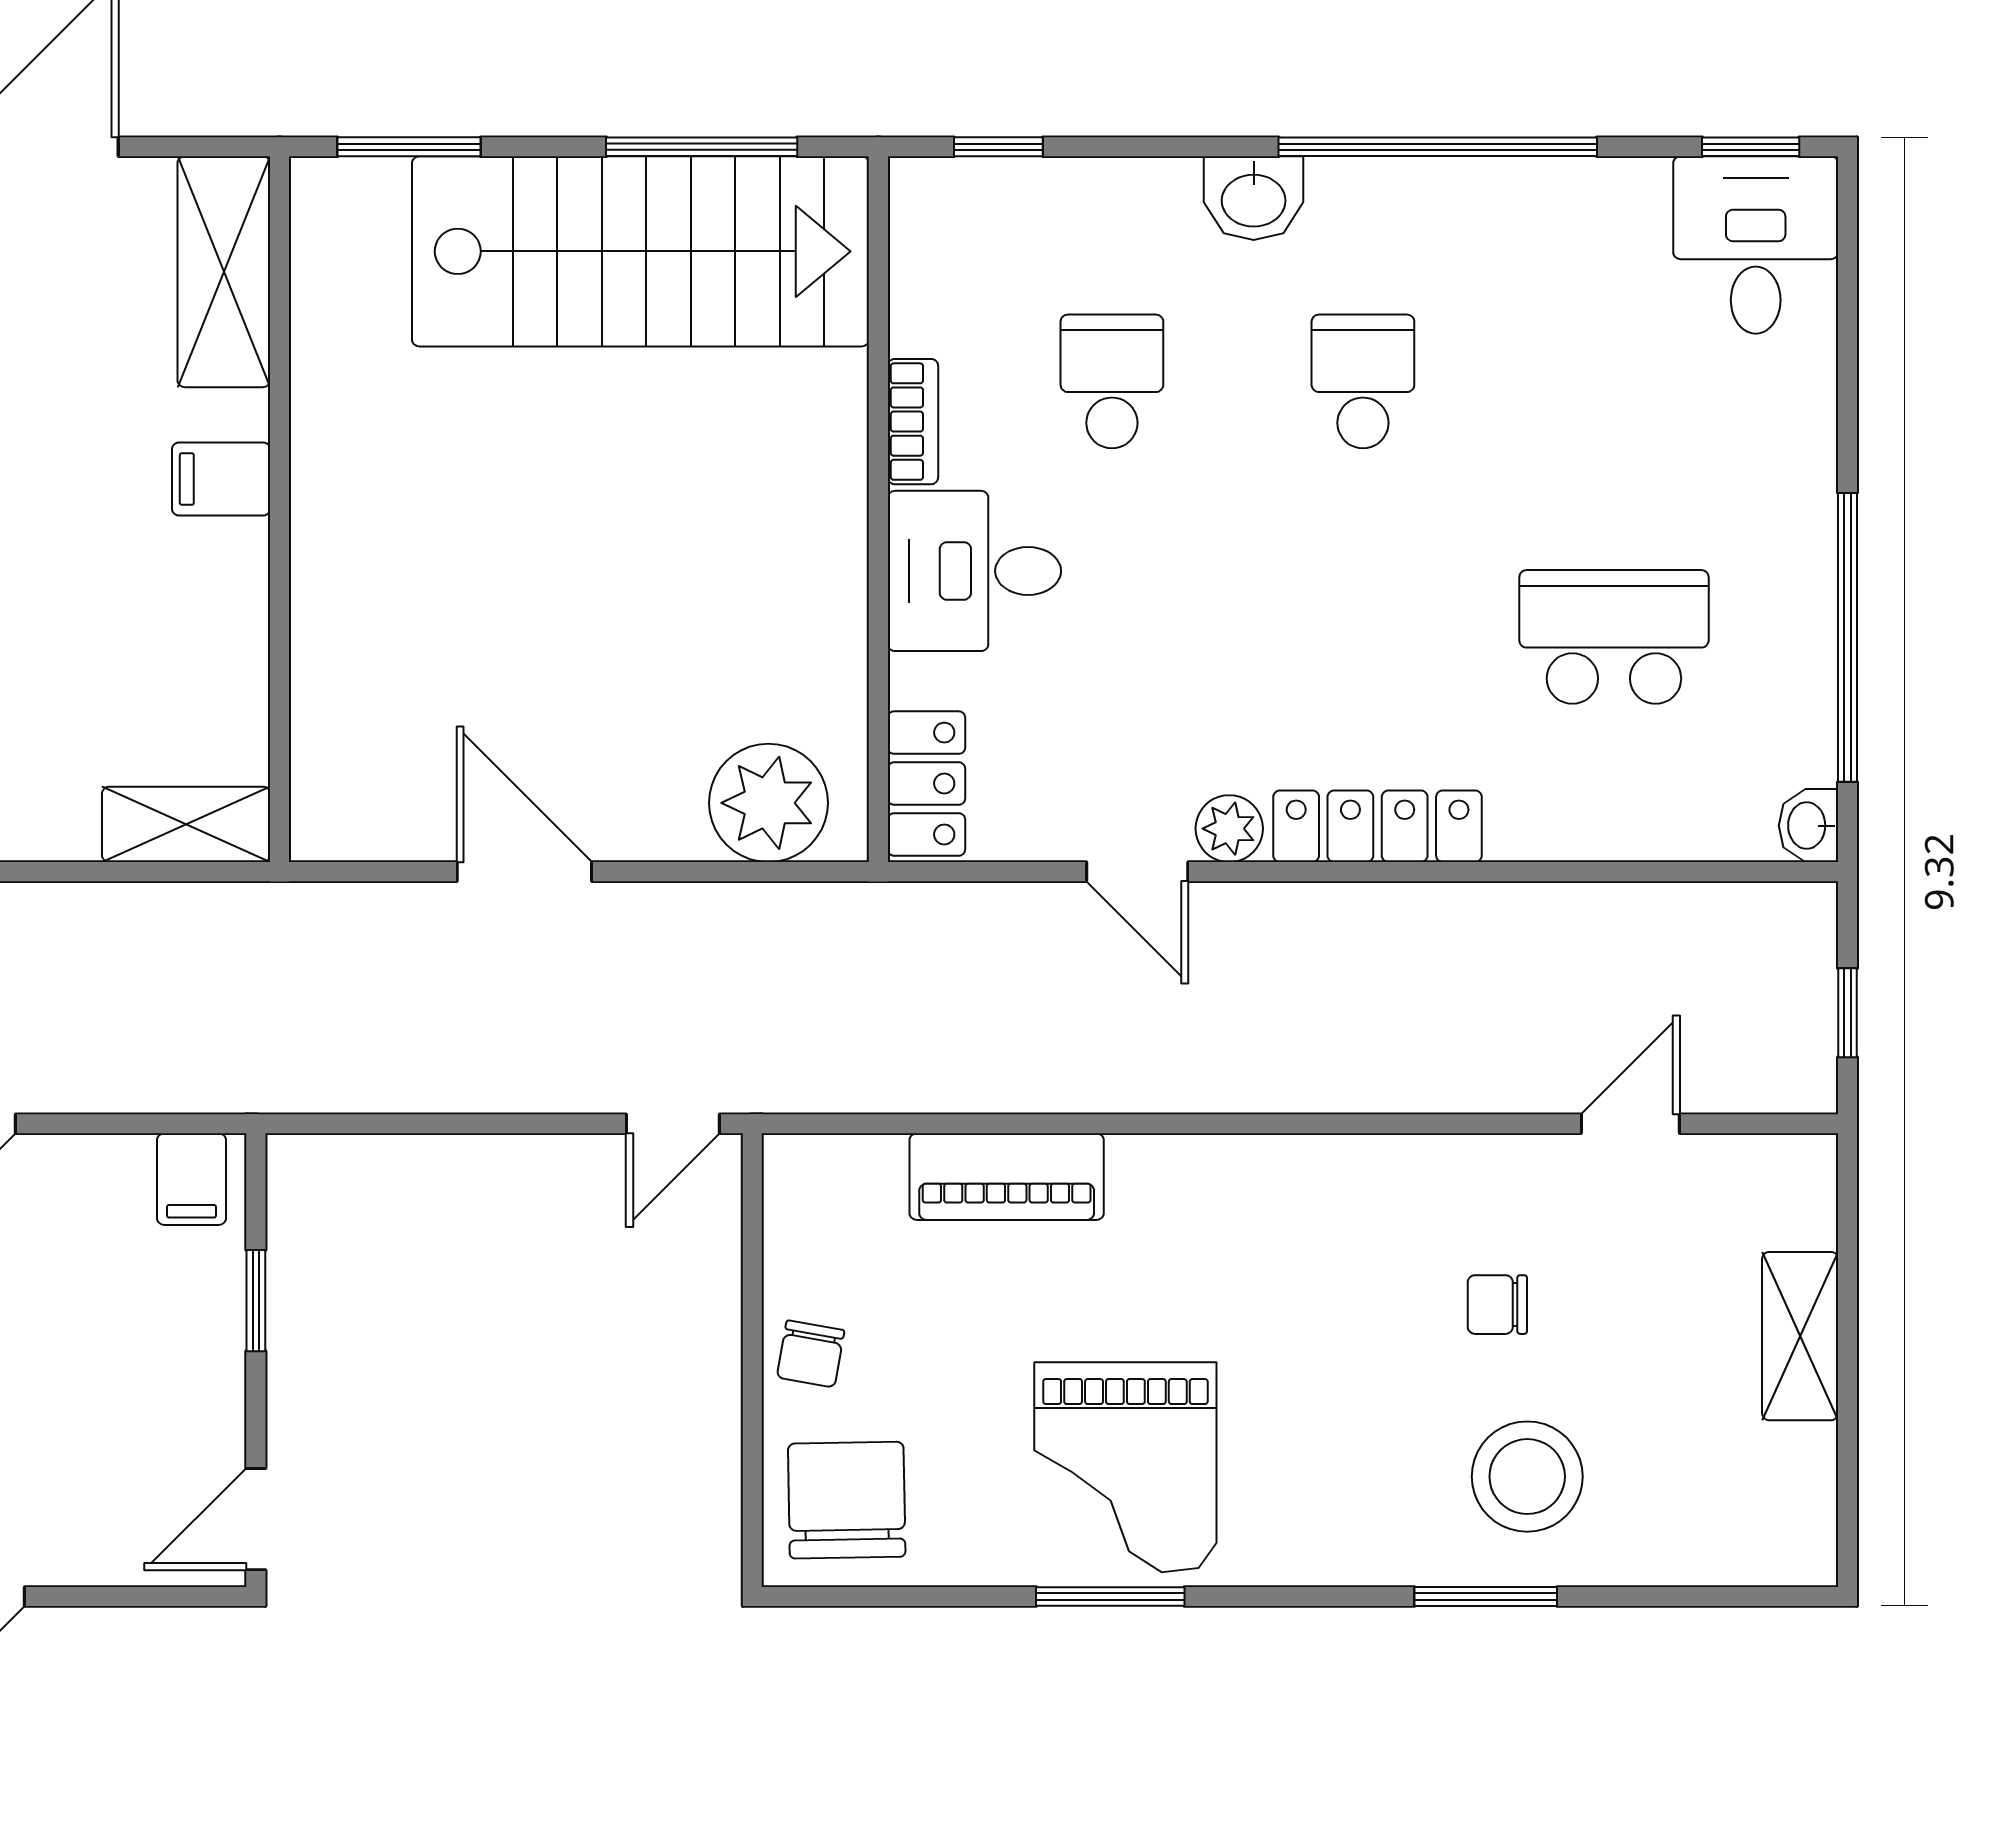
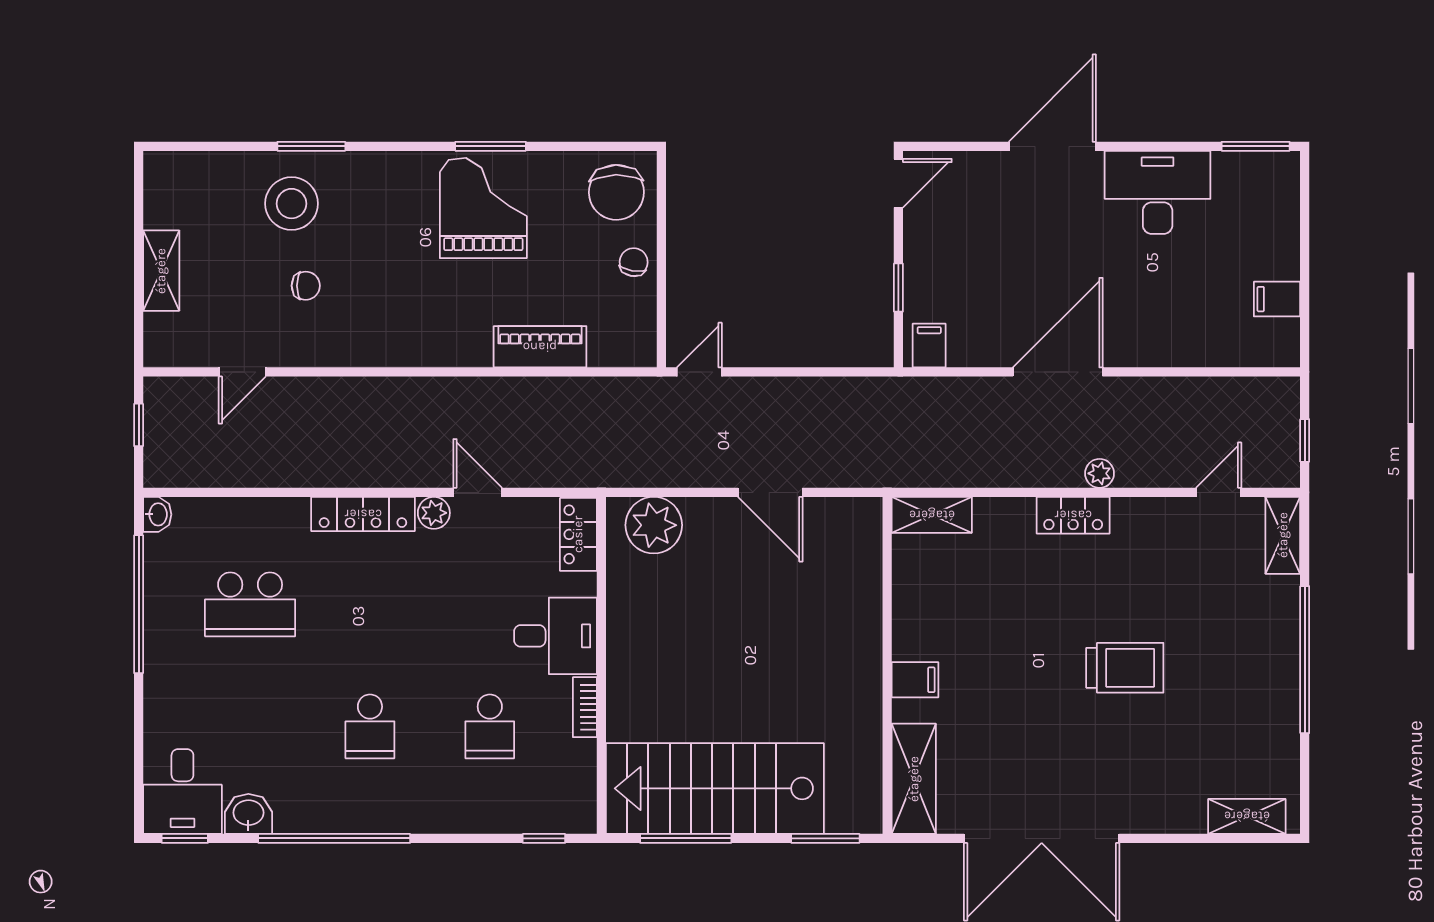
washbasin: (1254, 198) -> (248, 814), moved

